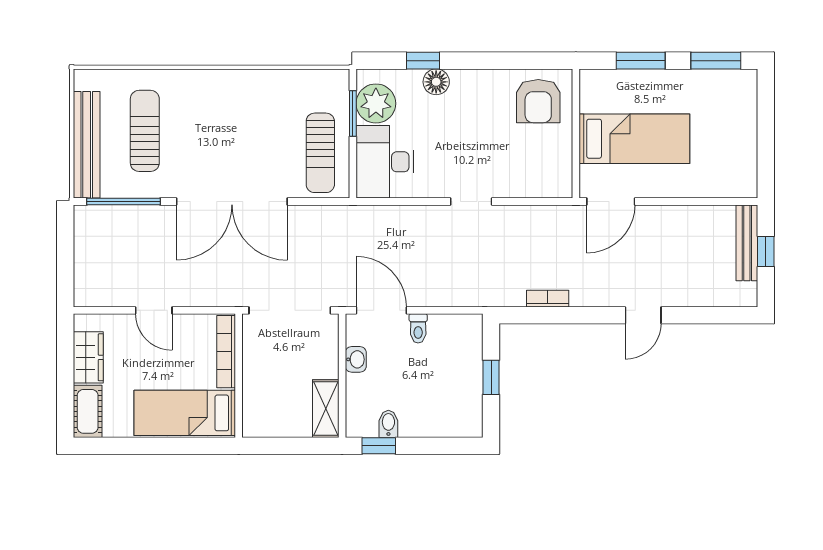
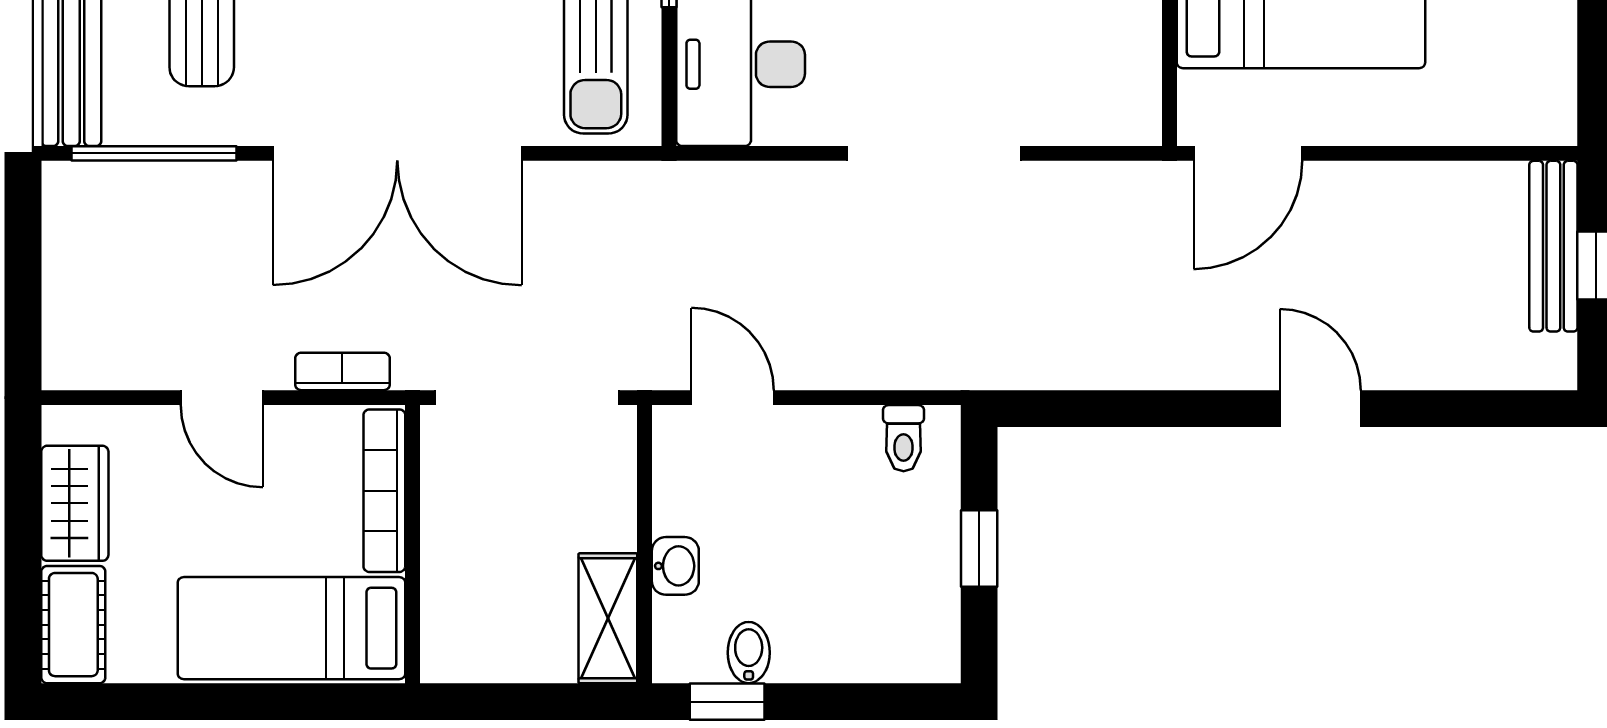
doorway: (471, 202) -> (934, 153), width x1.88
bookcase: (548, 299) -> (342, 371), moved
door: (381, 310) -> (733, 398), width x0.73
door: (643, 315) -> (1320, 409), swing flipped
toilet: (418, 328) -> (904, 438), moved
washbasin: (356, 359) -> (675, 566), moved

